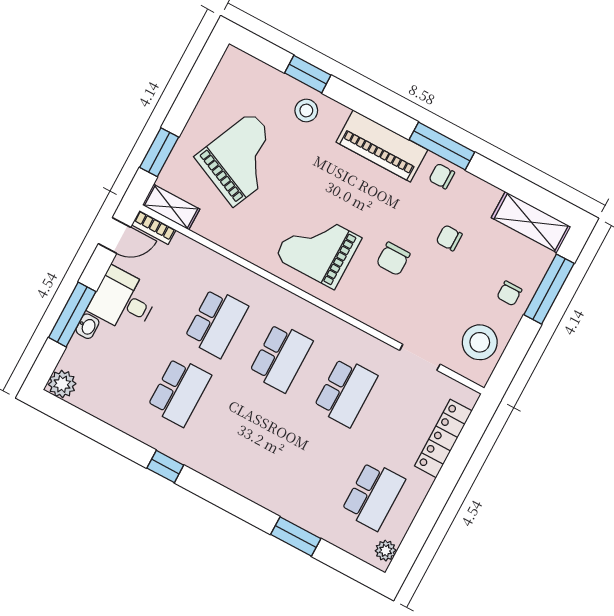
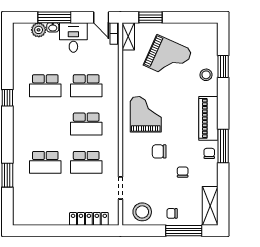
plant: (62, 384) -> (39, 30), moved
school desk: (373, 496) -> (45, 162), moved
plant: (386, 551) -> (23, 220), removed

